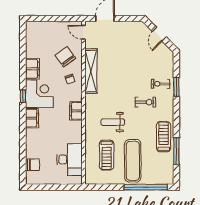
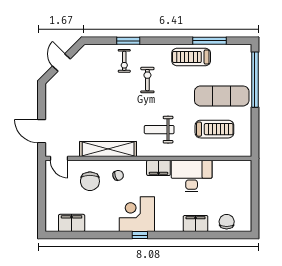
door: (83, 32) -> (59, 158), hinge flipped
door: (159, 34) -> (61, 62), swing flipped
chair: (65, 57) -> (90, 181), turned -54
filing cabinet: (32, 69) -> (72, 223), moved
filing cabinet: (32, 118) -> (196, 224), moved
weight bench: (113, 122) -> (159, 130), moved, turned 90
desk: (70, 160) -> (192, 176), moved

